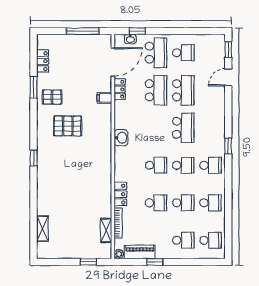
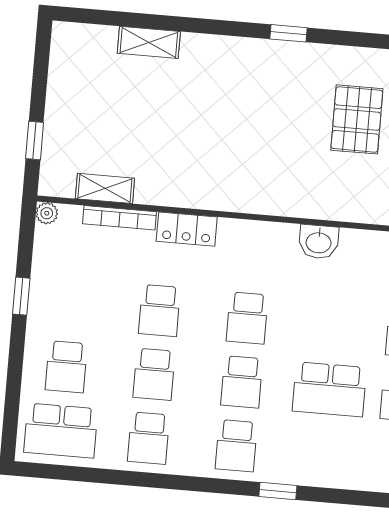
shelving: (43, 229) -> (149, 42), moved
school desk: (210, 240) -> (61, 431), width x1.85
piano: (140, 252) -> (48, 263), removed

